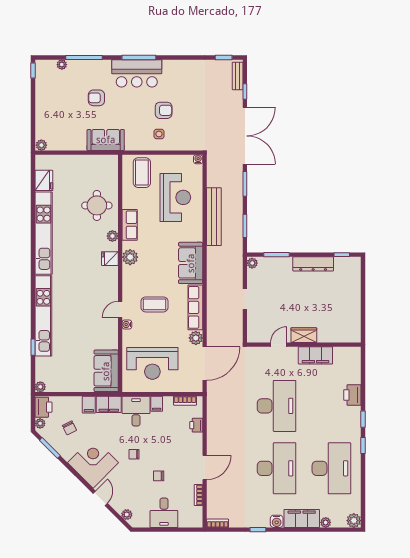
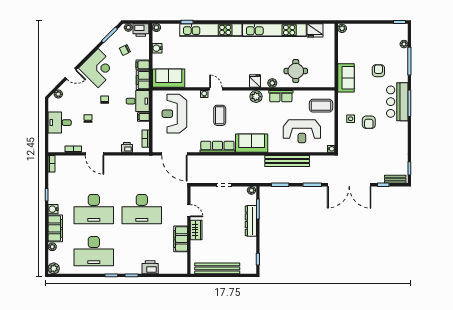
dresser: (313, 264) -> (251, 221), moved
bench: (354, 308) -> (217, 268), added
plant: (196, 338) -> (194, 147), removed
water cooler: (67, 386) -> (157, 48), added

